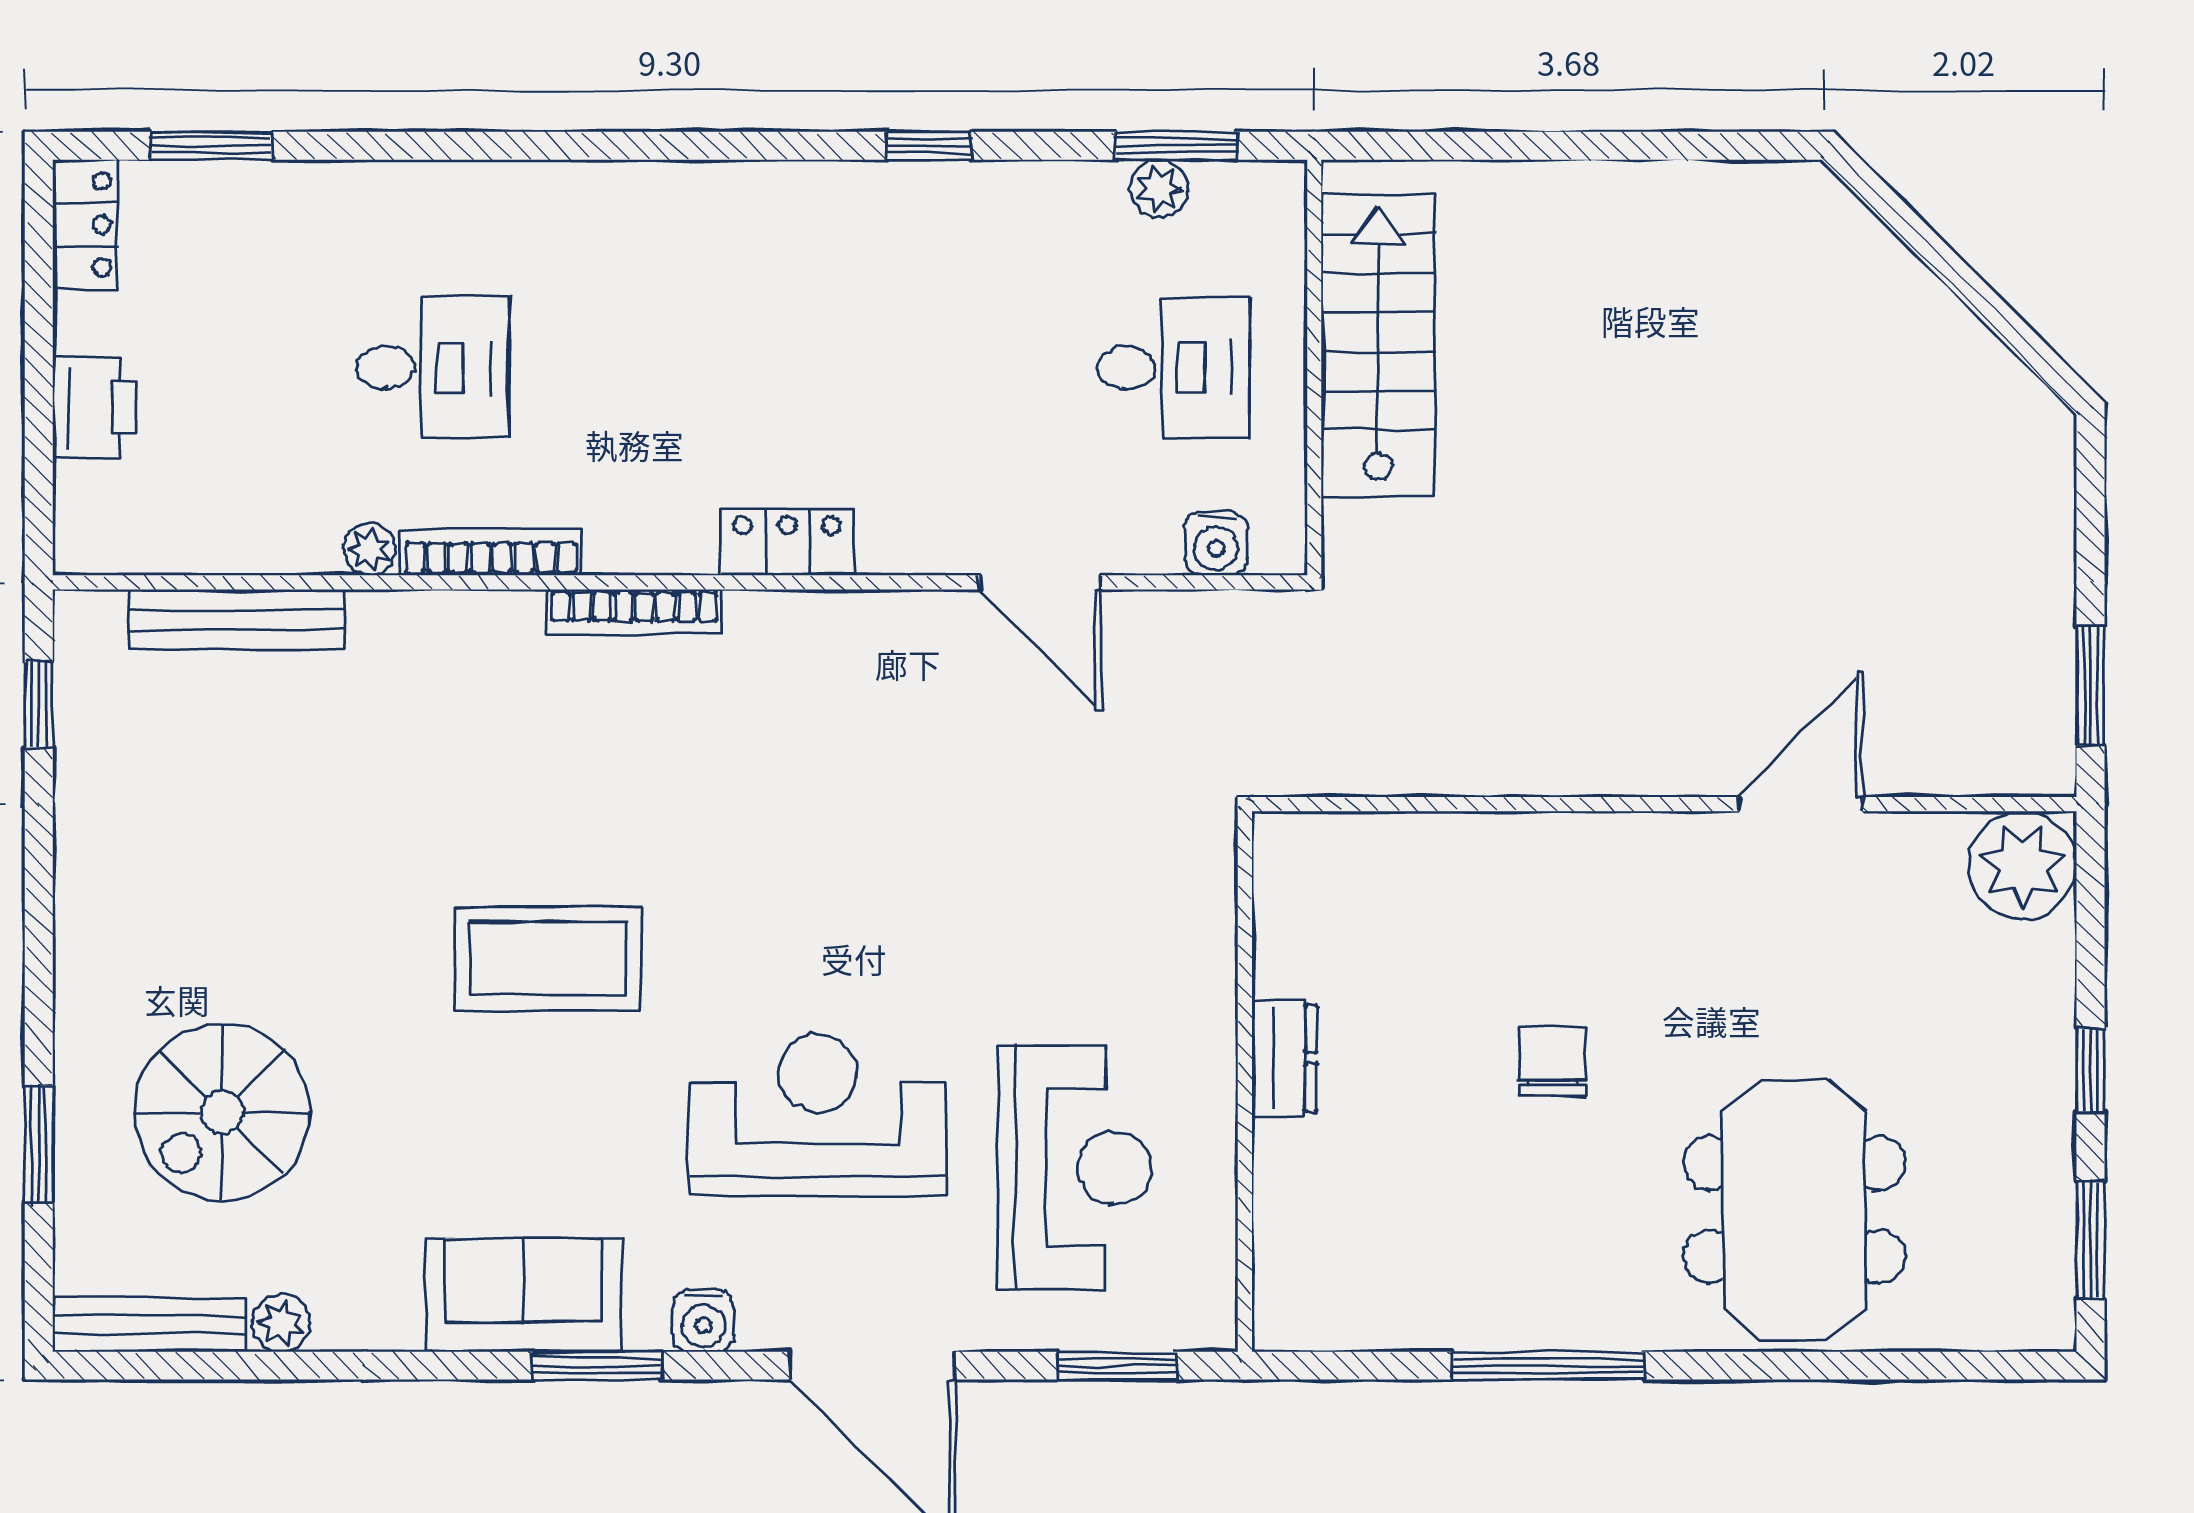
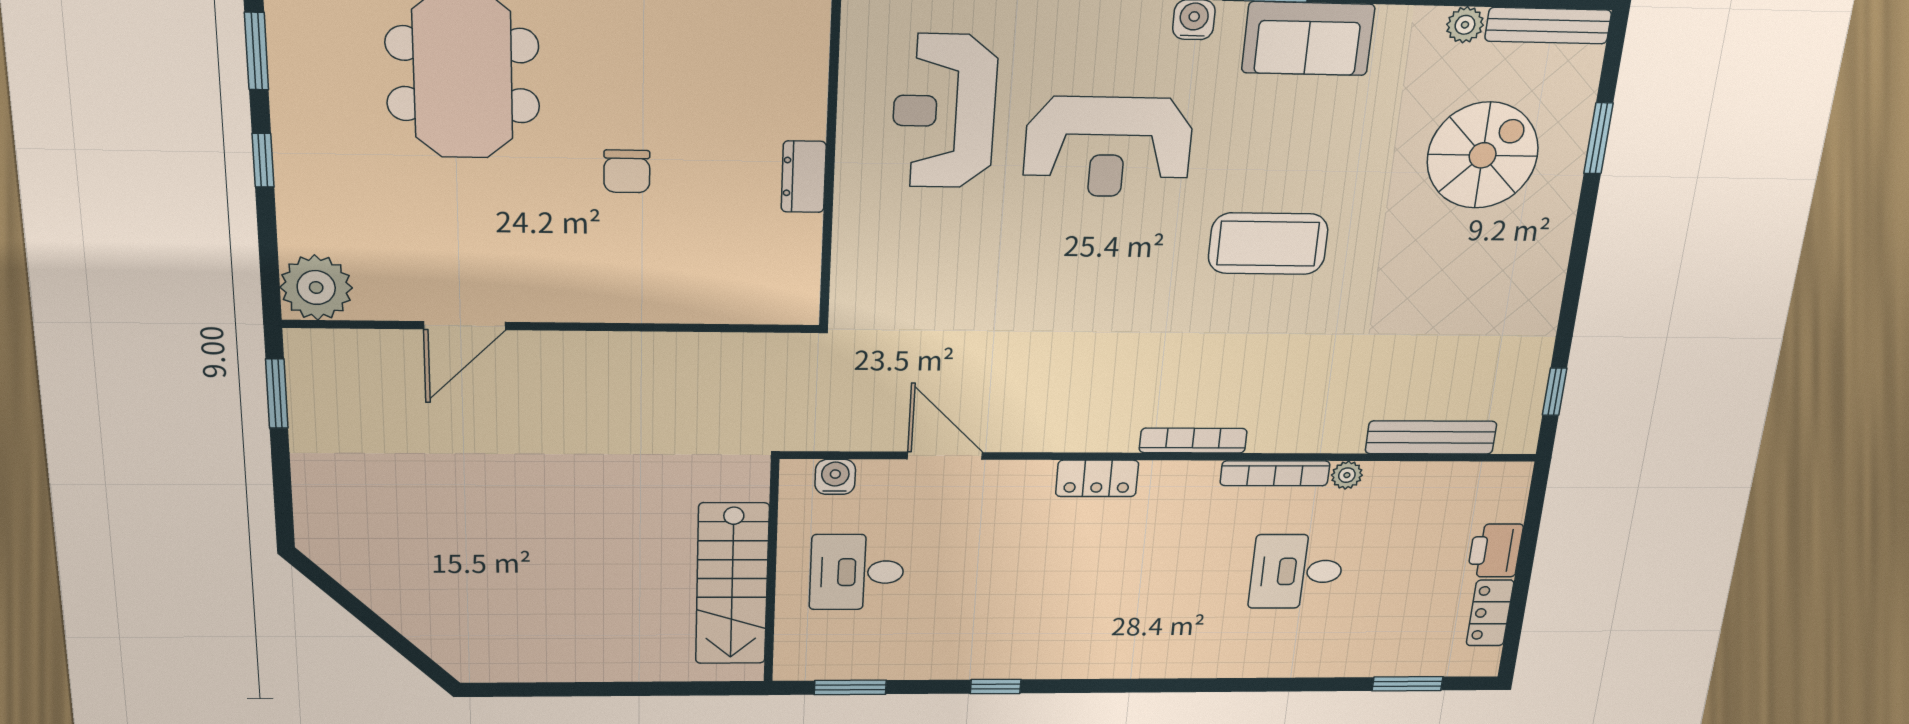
plant: (1159, 189) -> (861, 665), removed
locker: (85, 224) -> (1490, 613), moved

